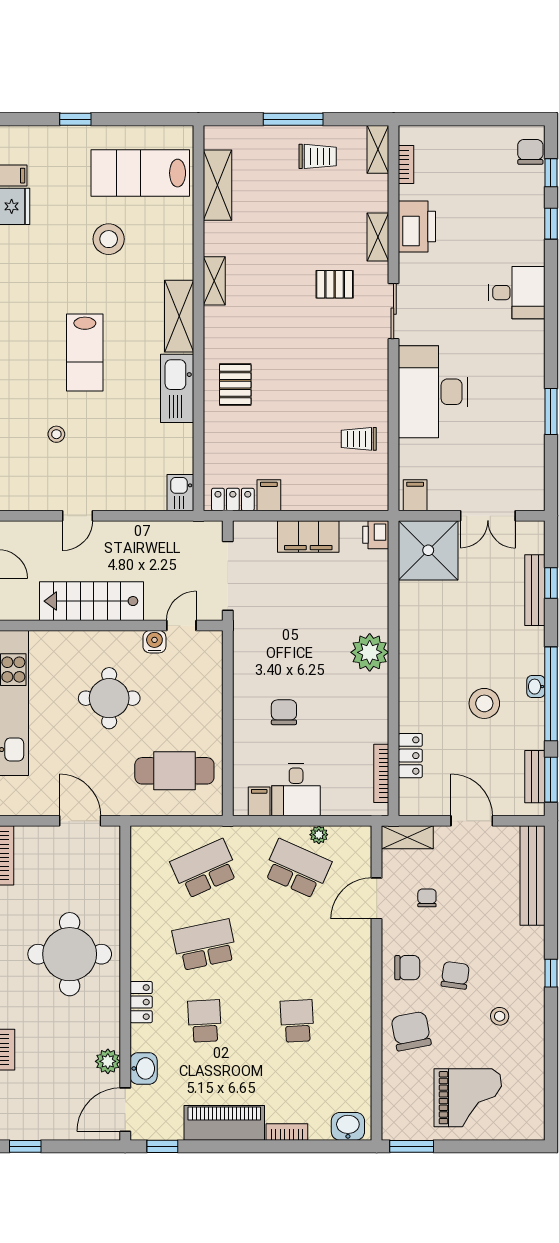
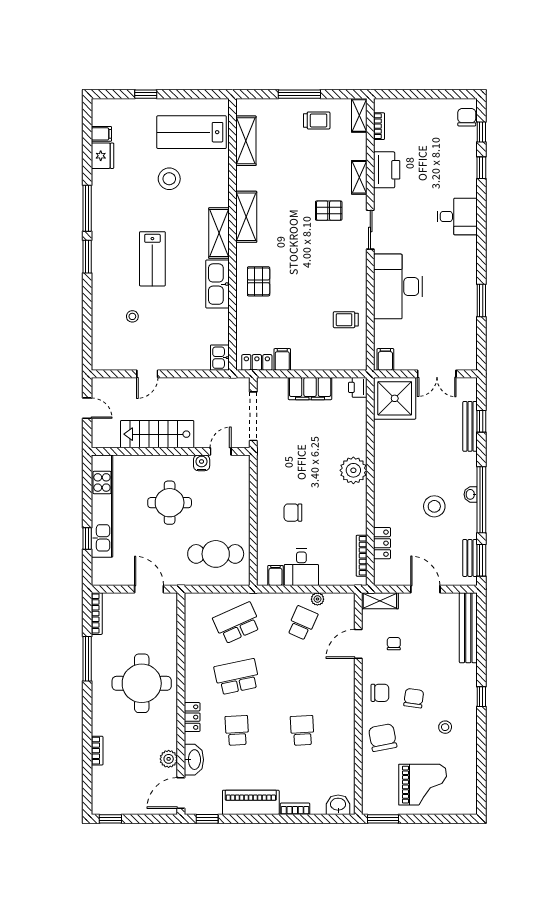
shelving: (214, 281) -> (246, 217), width x1.50, depth x1.33
chair: (284, 712) -> (293, 513), turned -90
school desk: (297, 869) -> (302, 623), width x0.54
washbasin: (144, 1068) -> (194, 760), width x1.38

